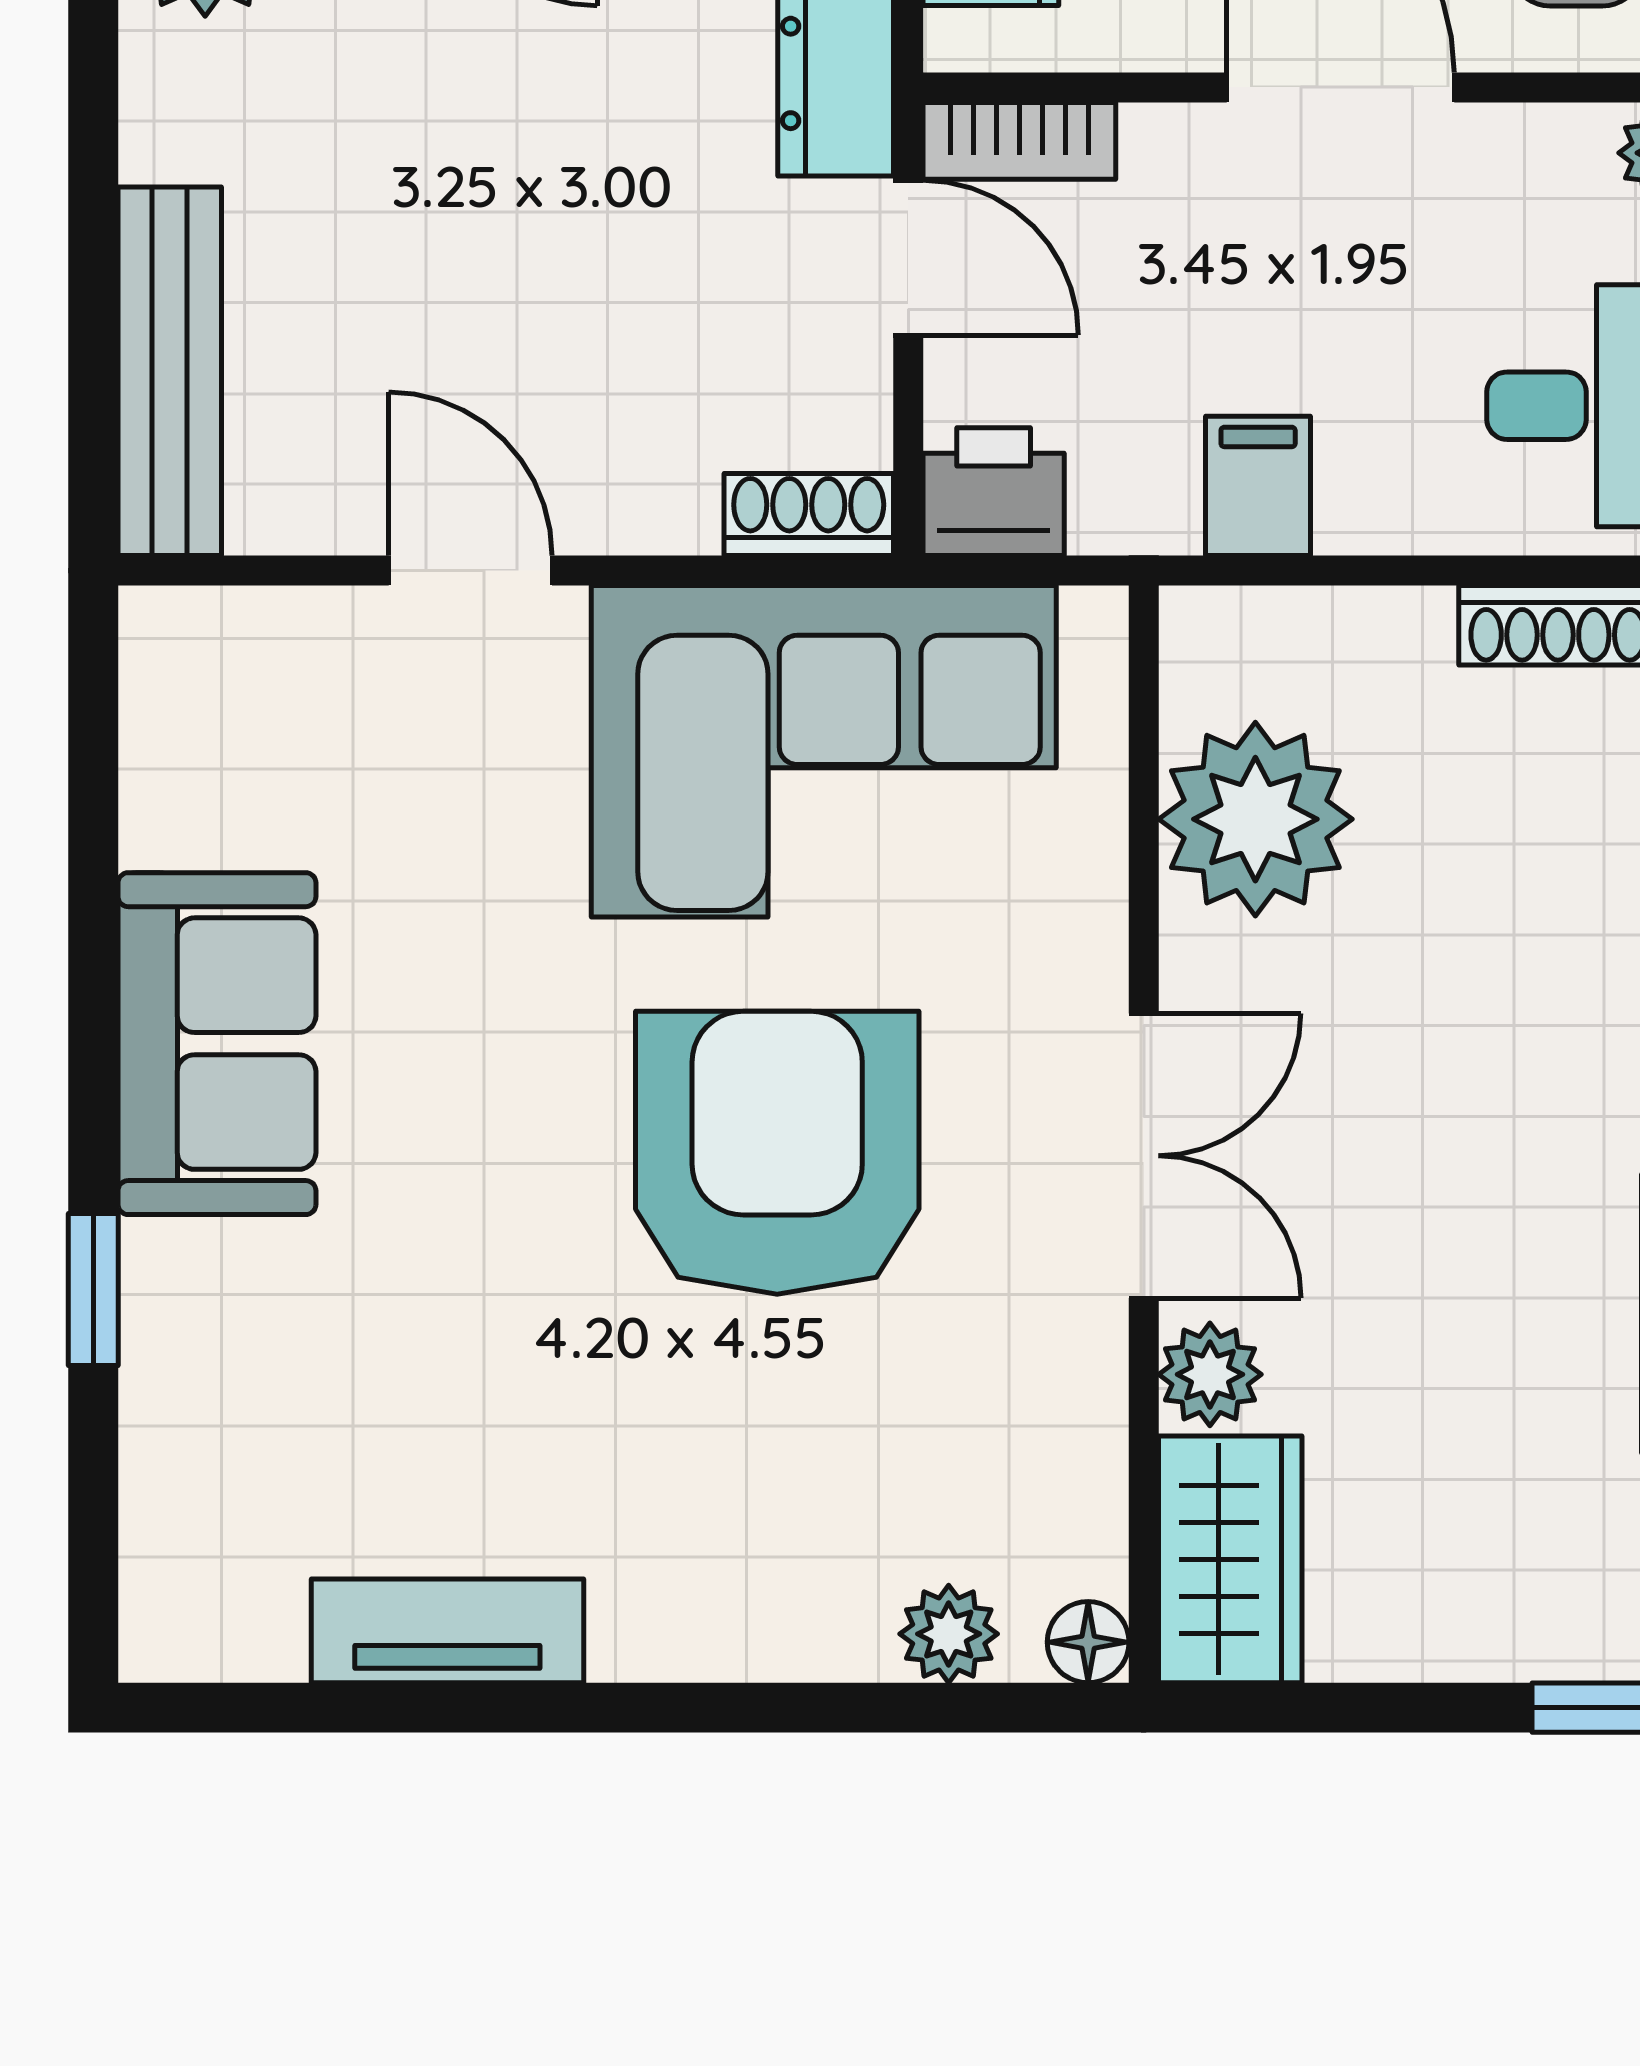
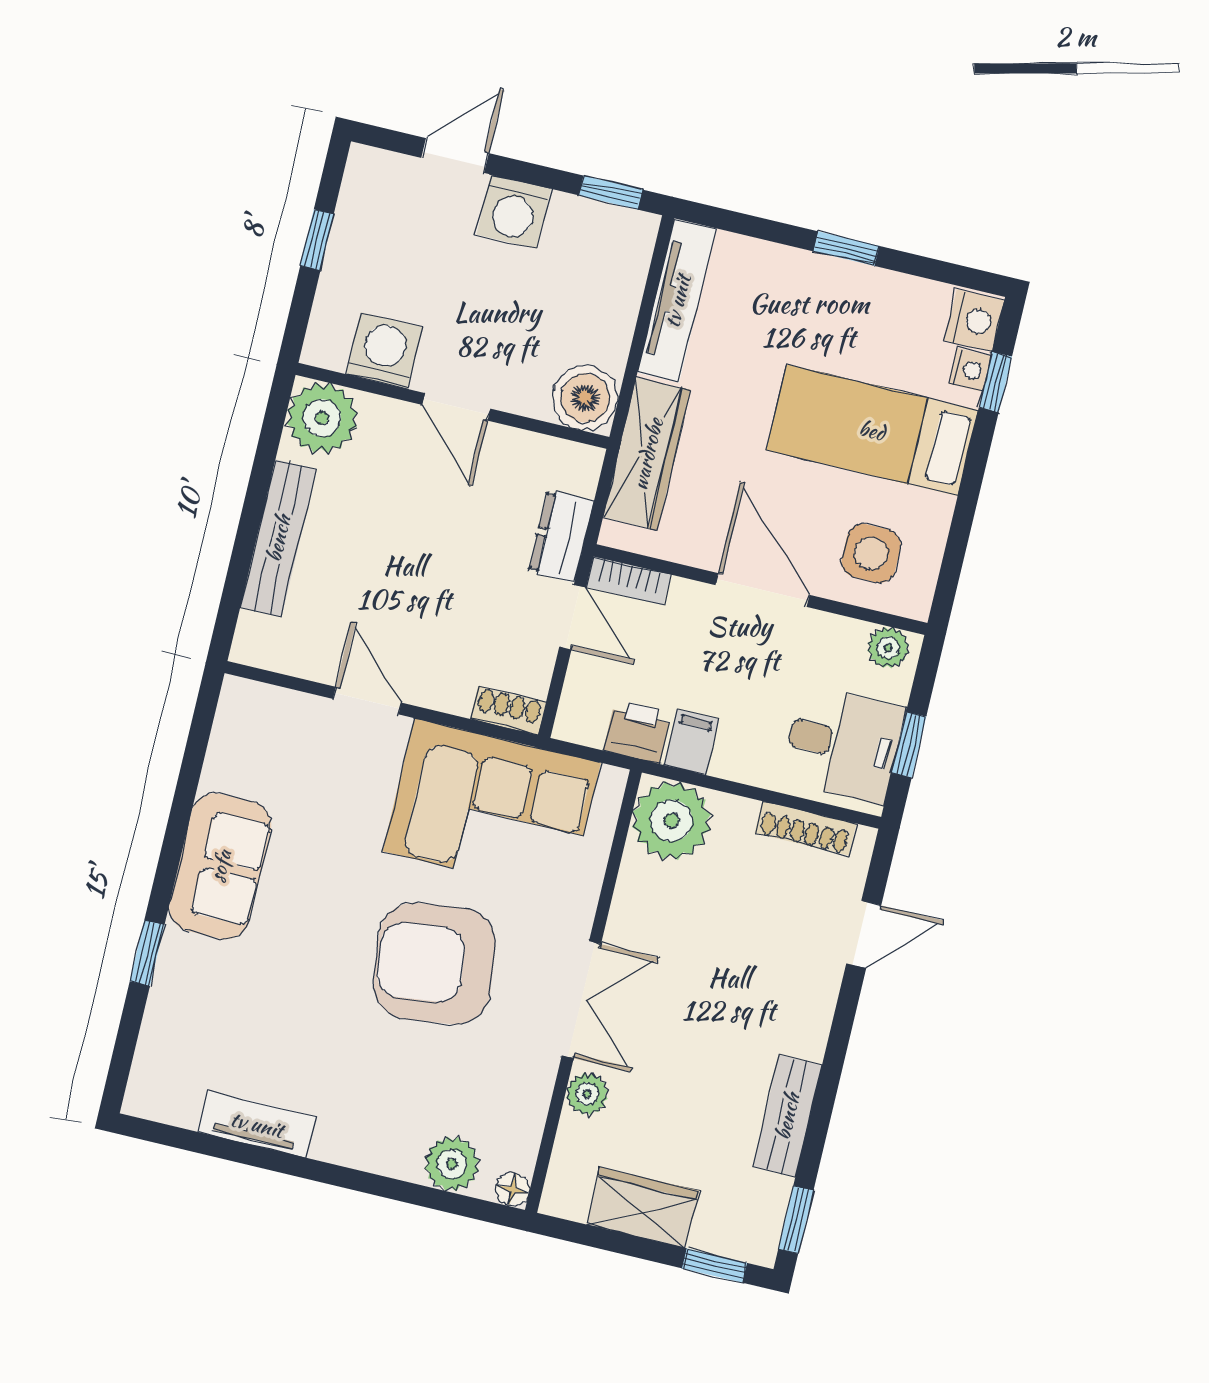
bench: (170, 371) -> (278, 538), moved
printer: (994, 492) -> (637, 732), moved
plant: (1255, 819) -> (671, 821), moved
armchair: (777, 1153) -> (435, 964), turned -97
wardrobe: (1230, 1559) -> (643, 1208), moved, turned -90
plant: (949, 1634) -> (452, 1164), width x1.38, depth x1.38

